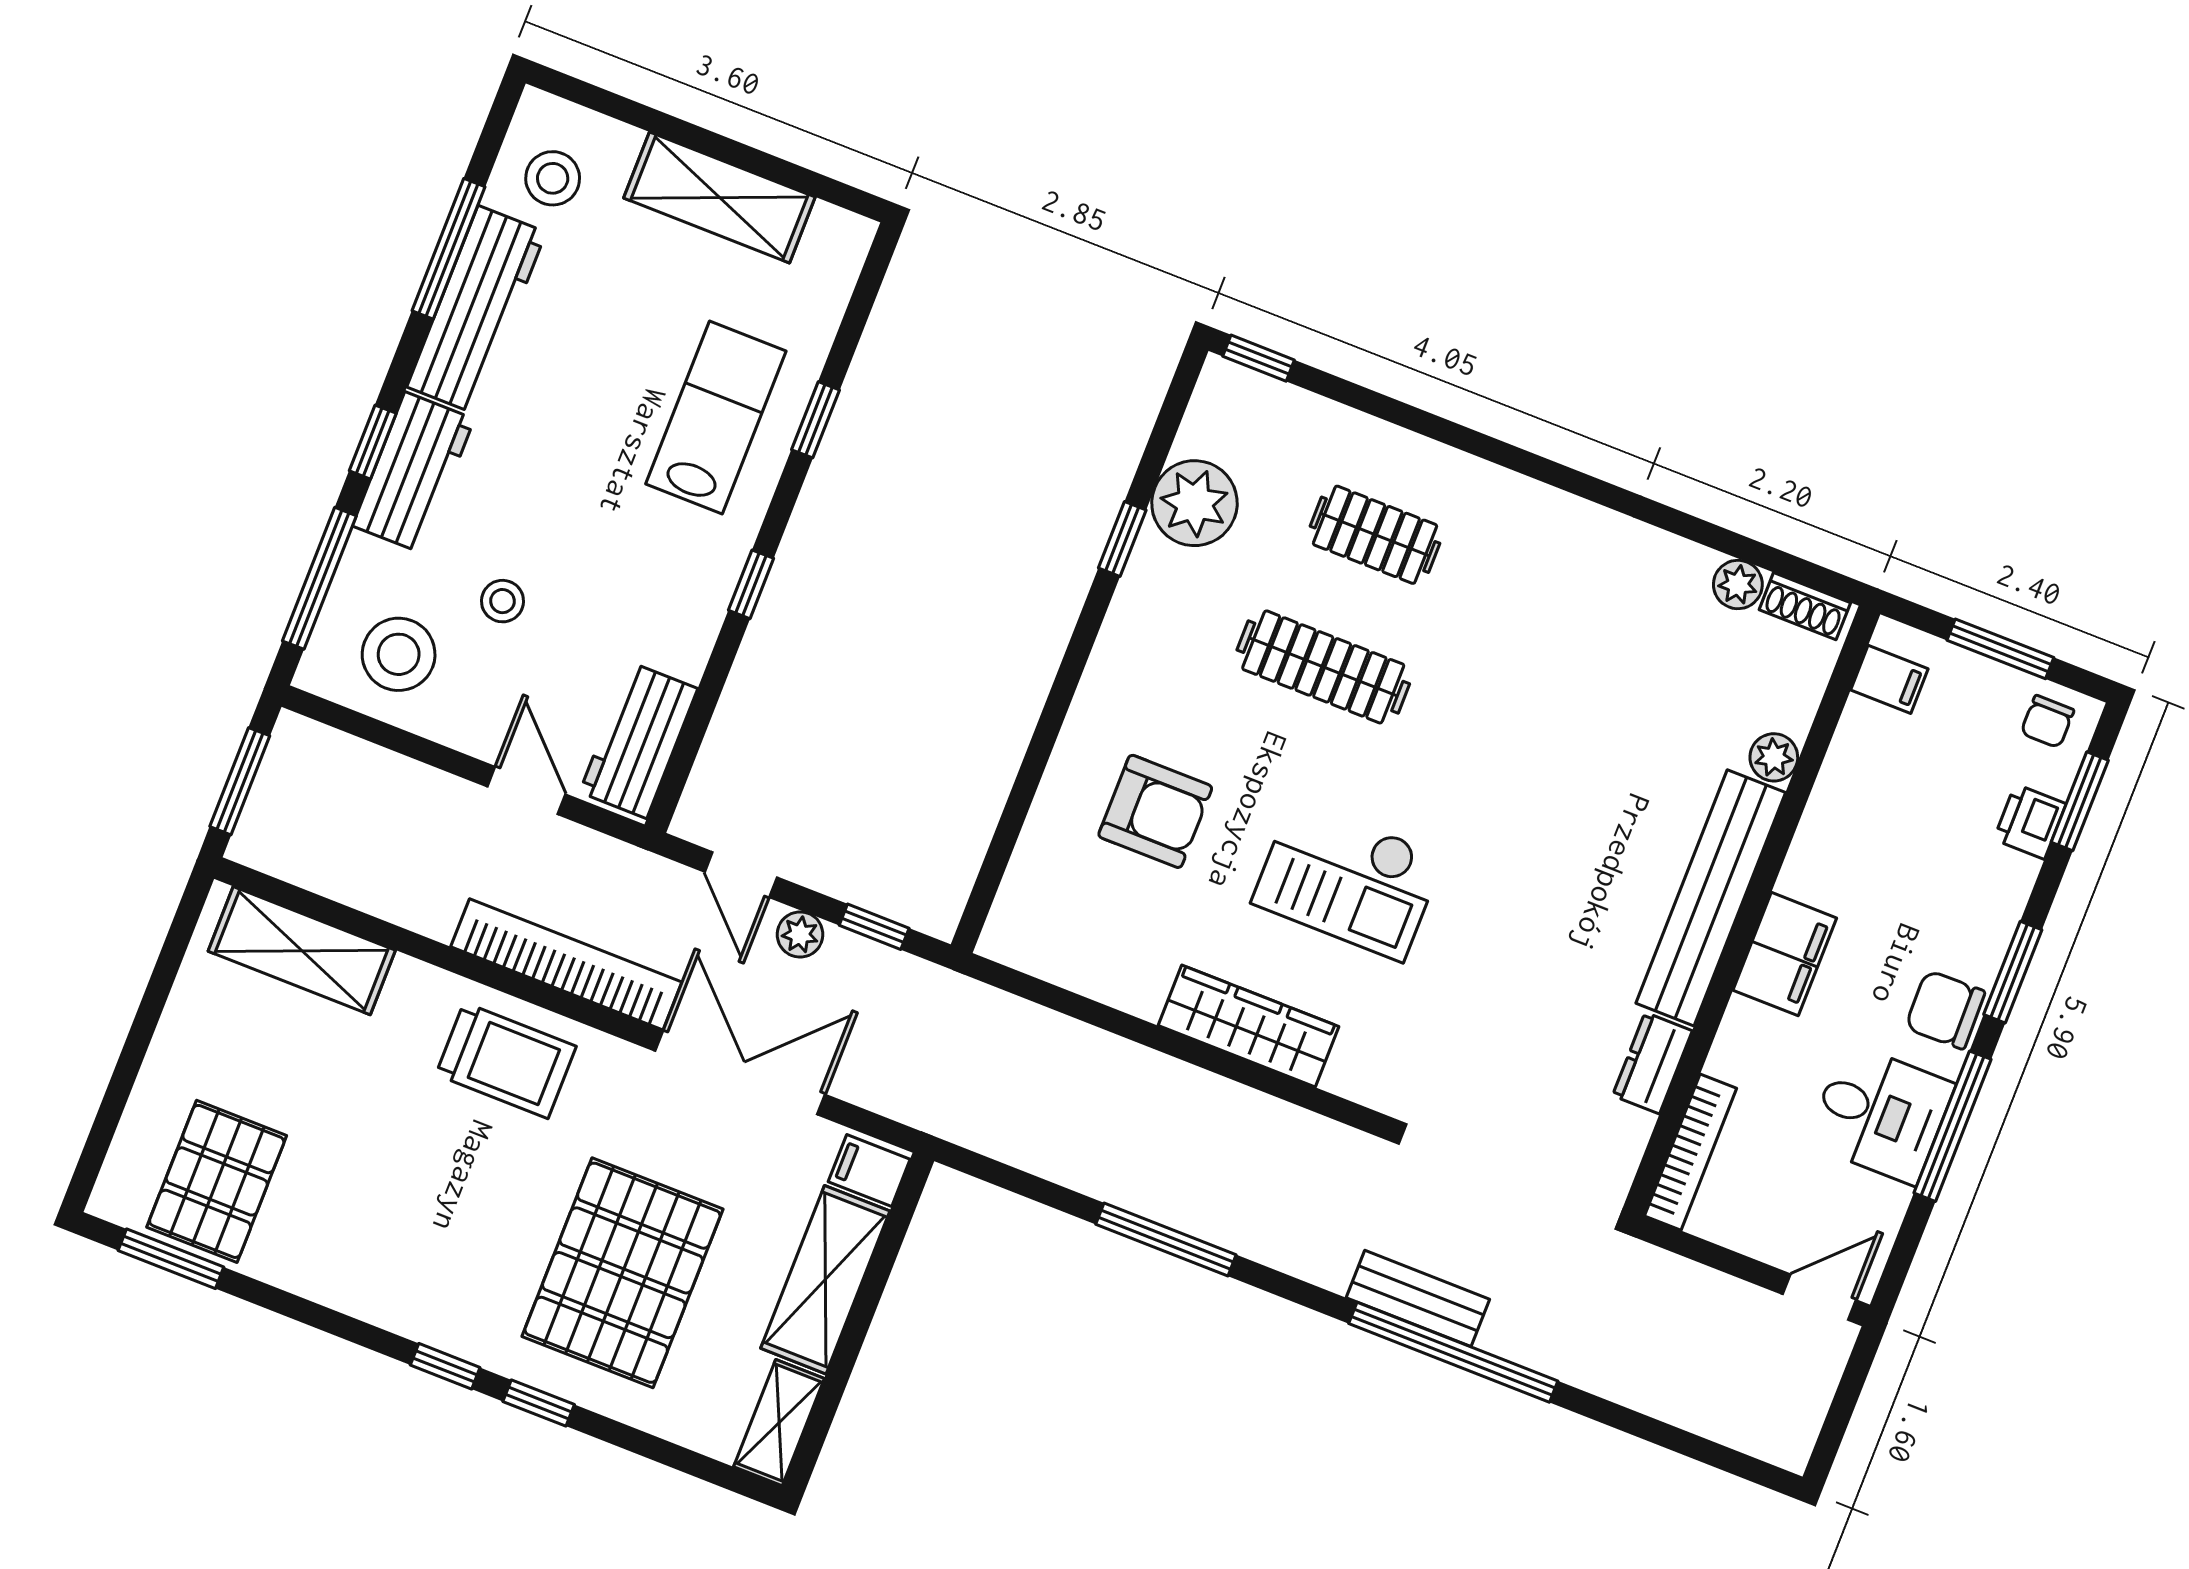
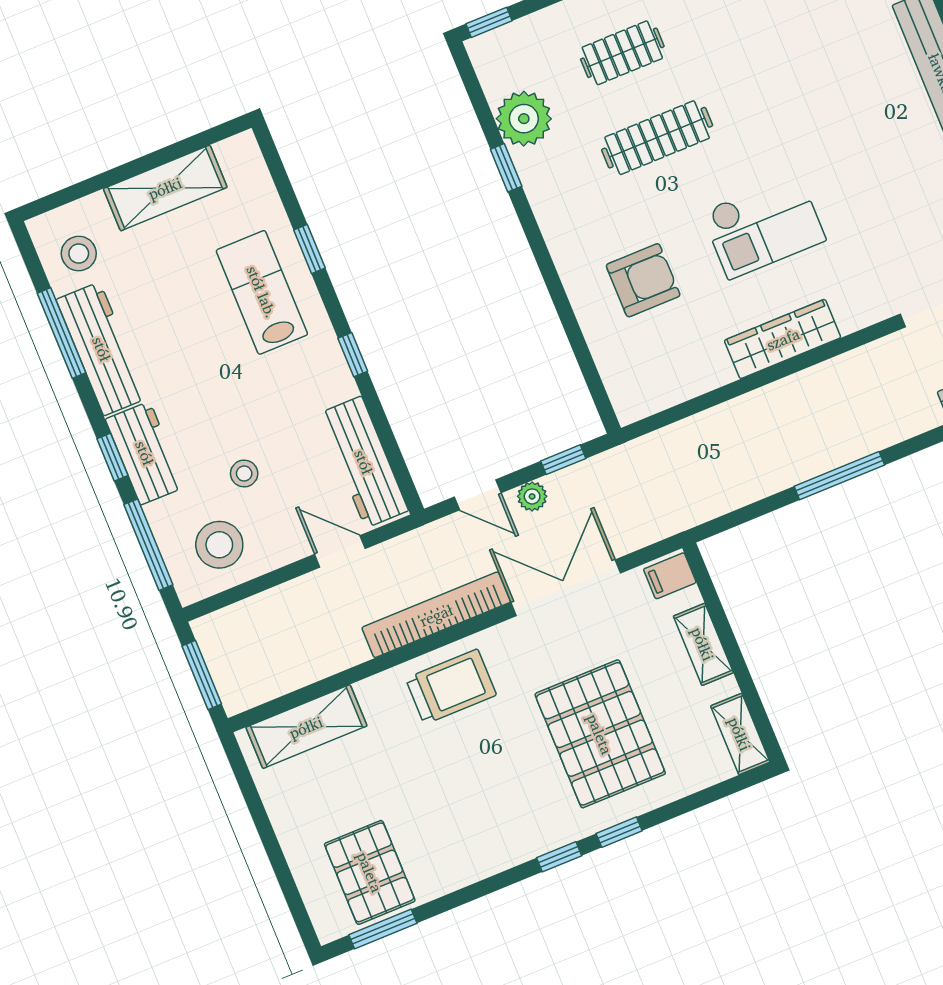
workbench: (639, 740) -> (364, 462), width x1.38
shelving: (825, 1280) -> (703, 644), width x0.67, depth x0.75

